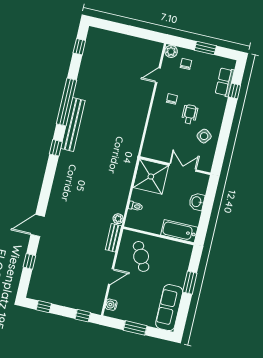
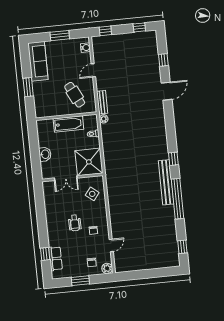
side table: (204, 136) -> (92, 194), moved
bathtub: (179, 231) -> (68, 124), moved

